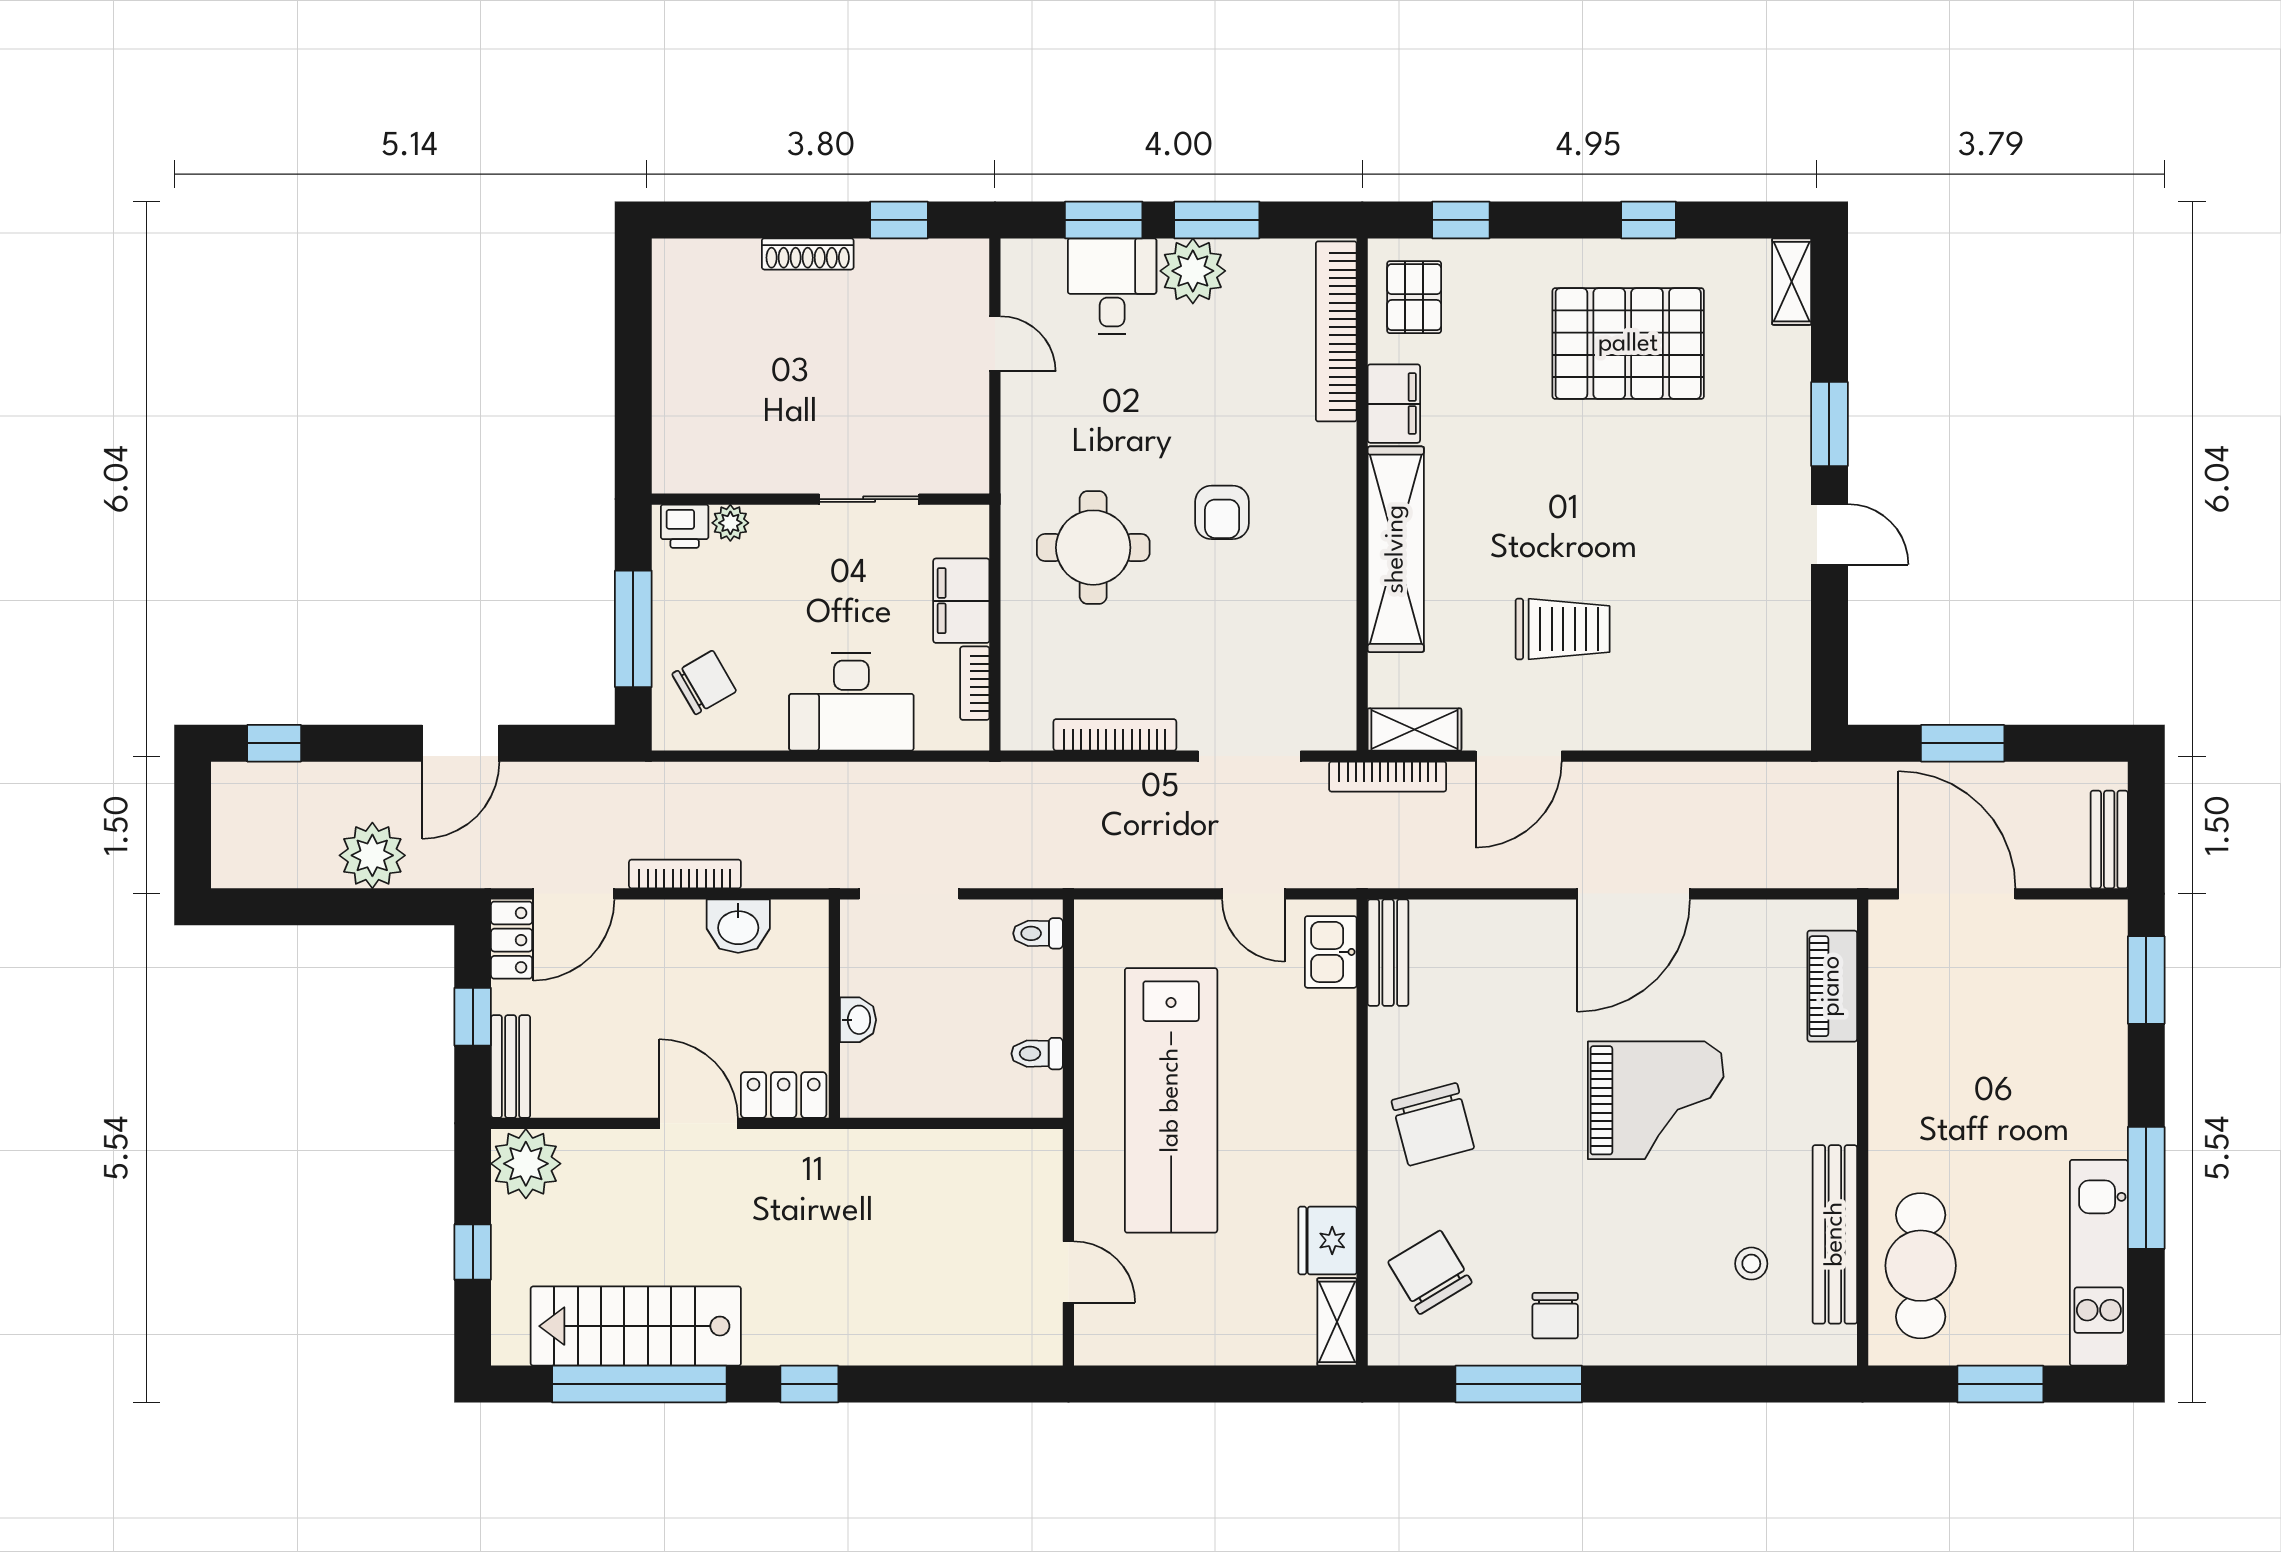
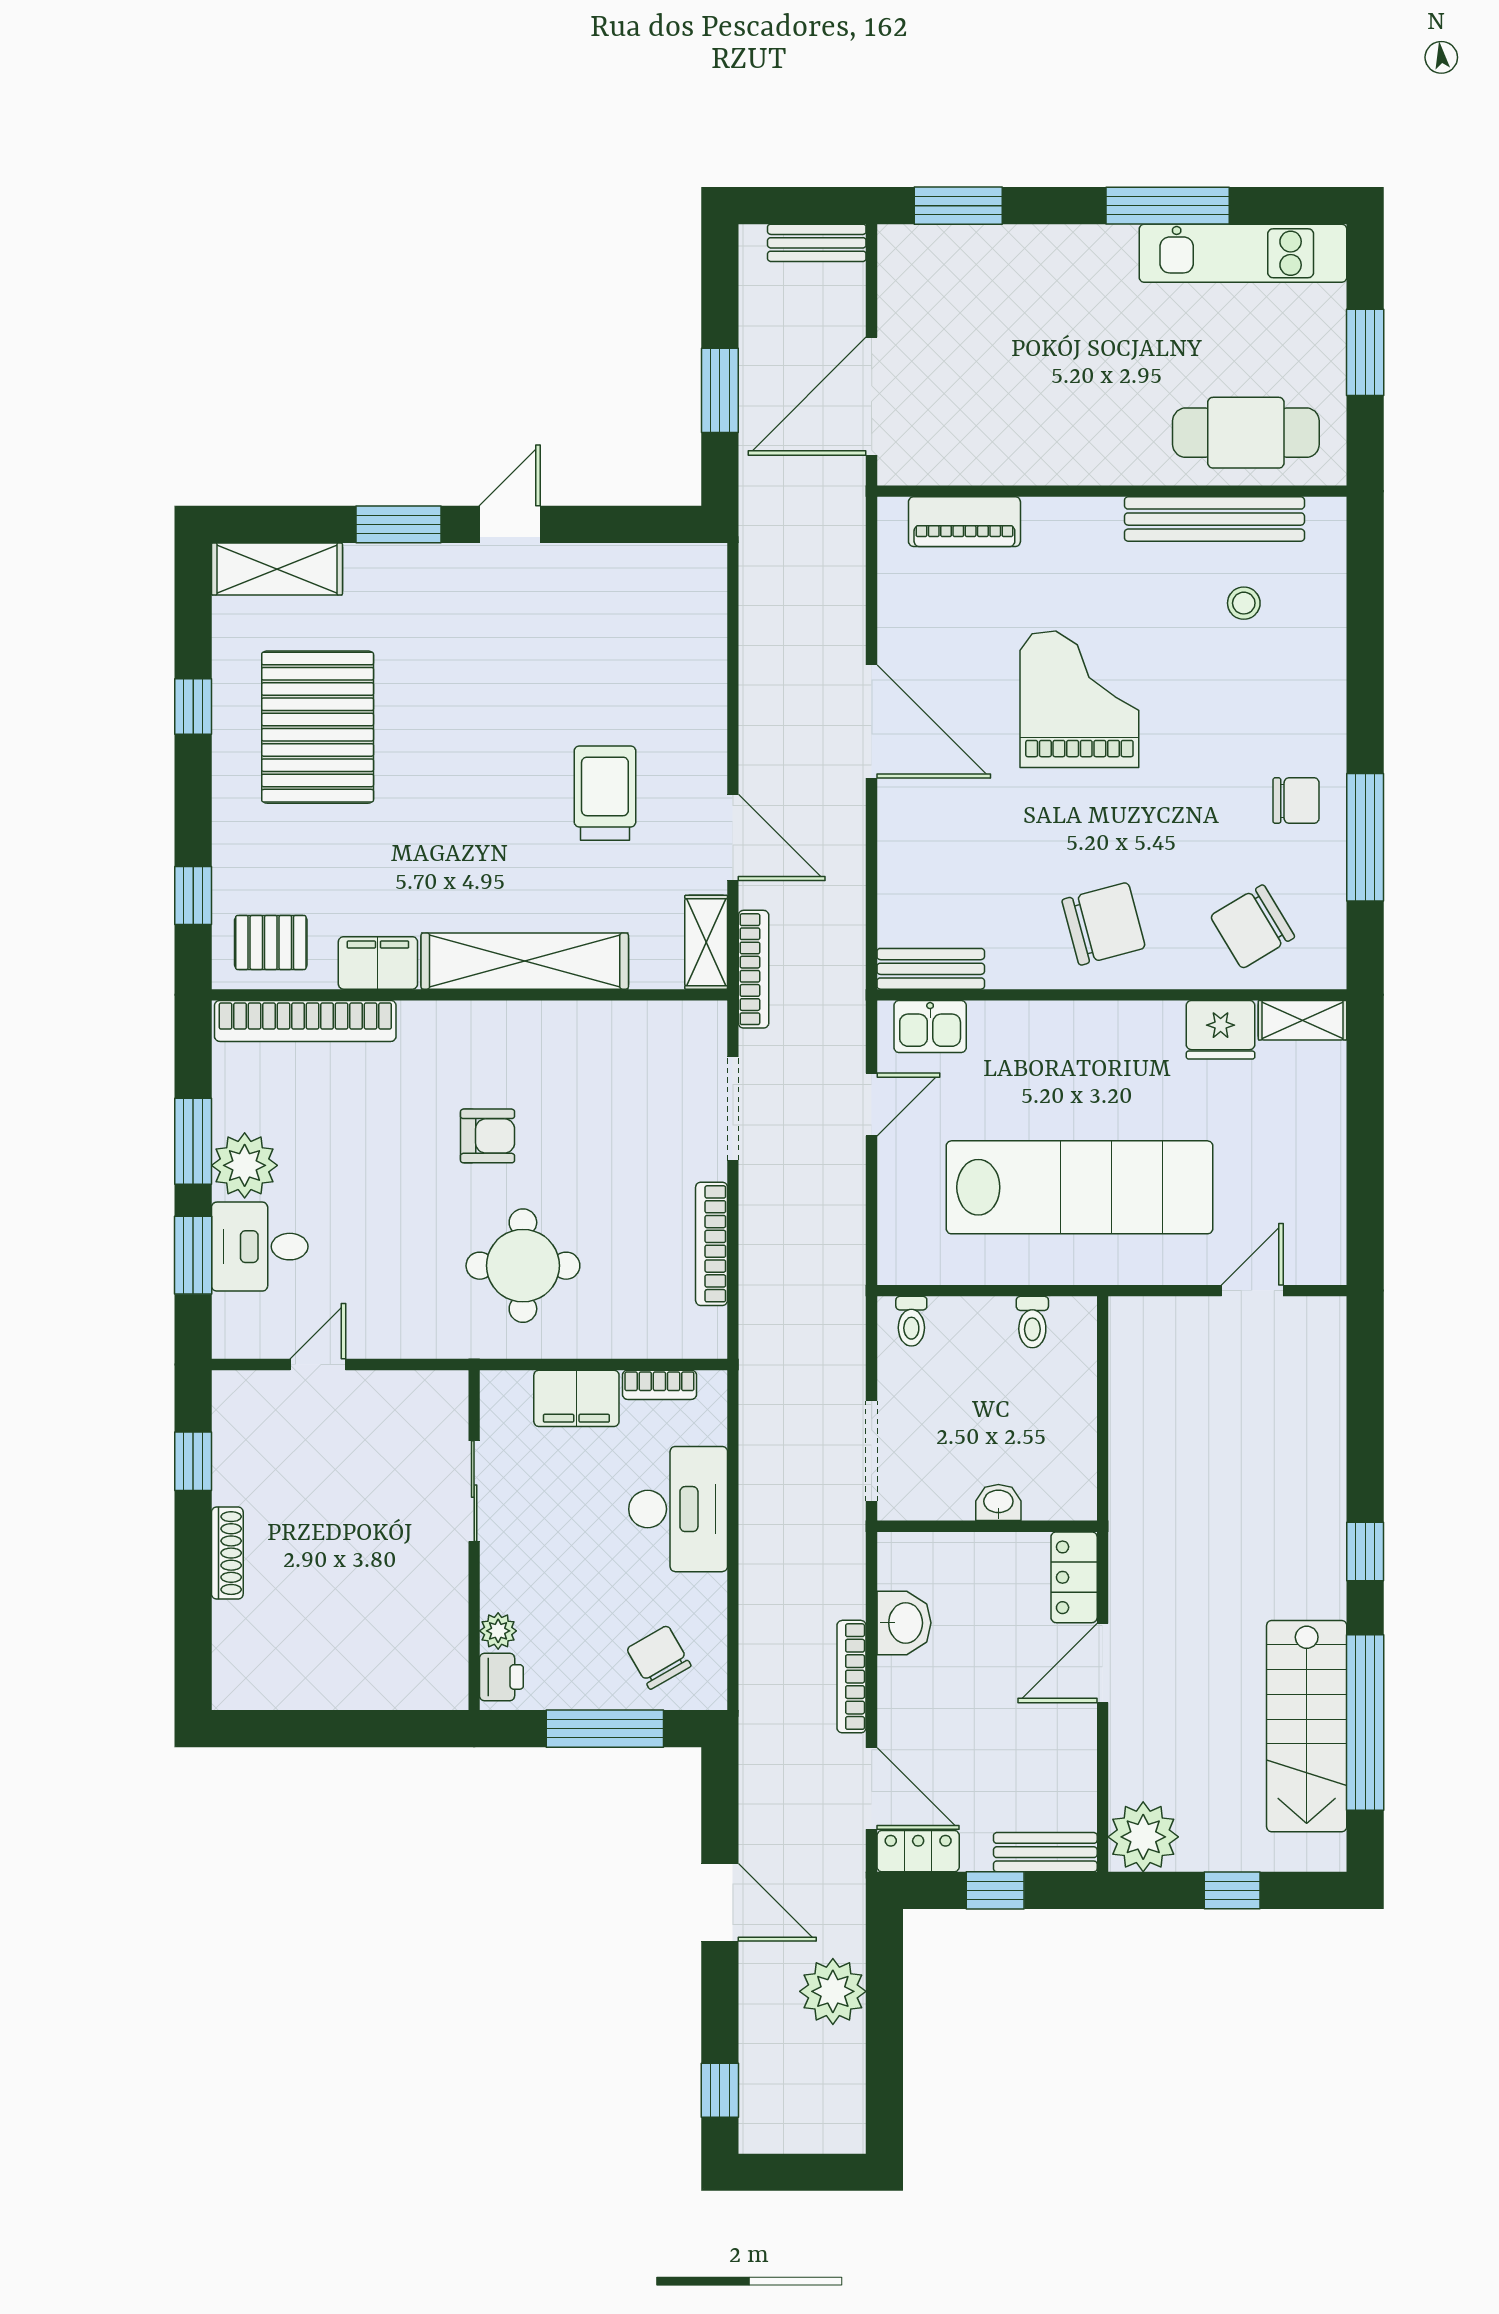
shelving: (1792, 282) -> (277, 569), width x1.50, depth x1.33

